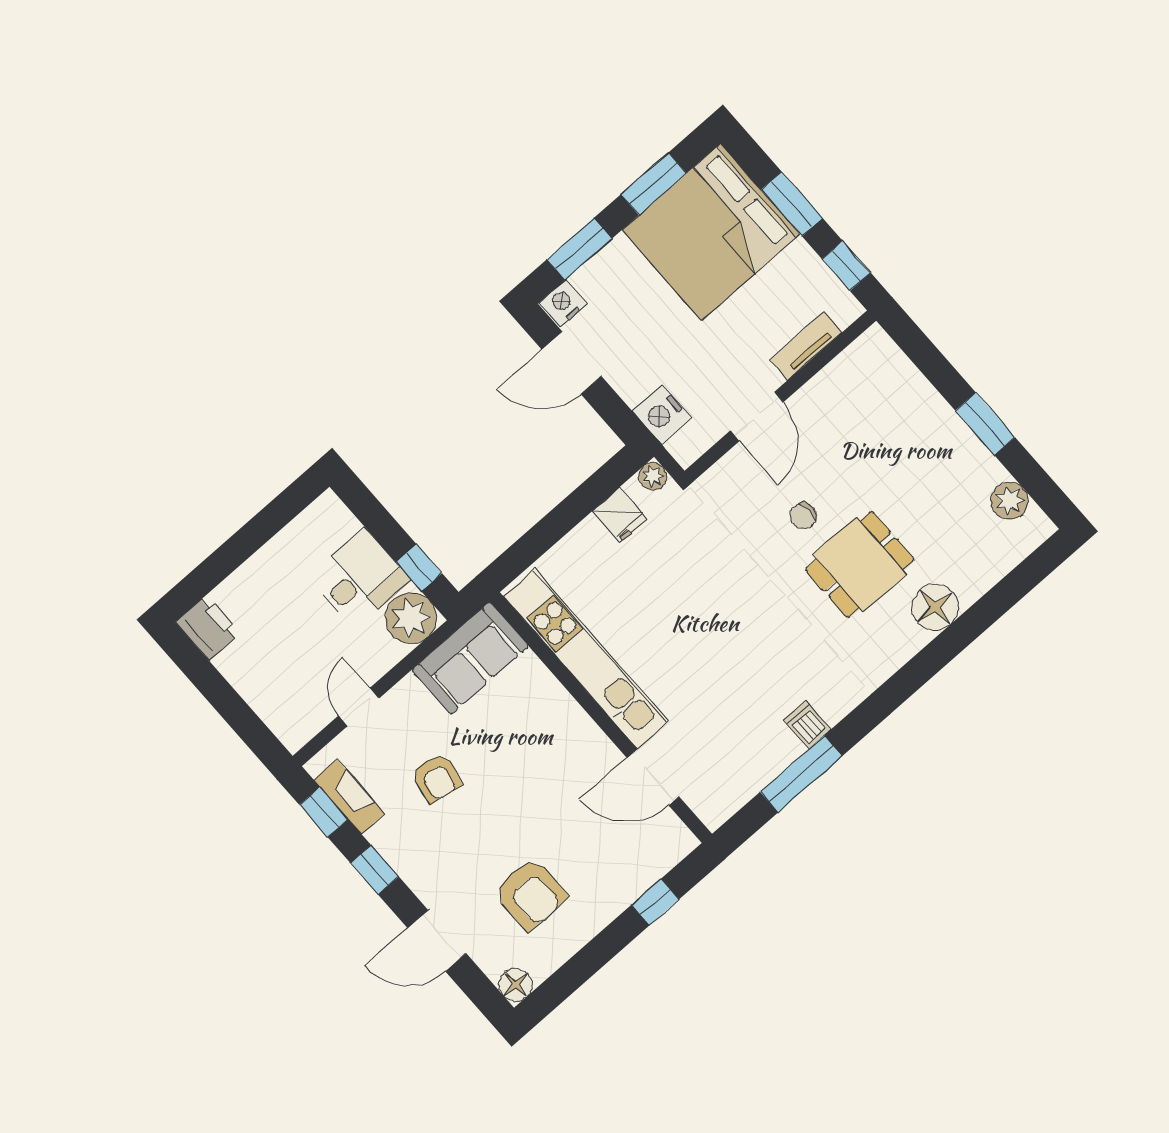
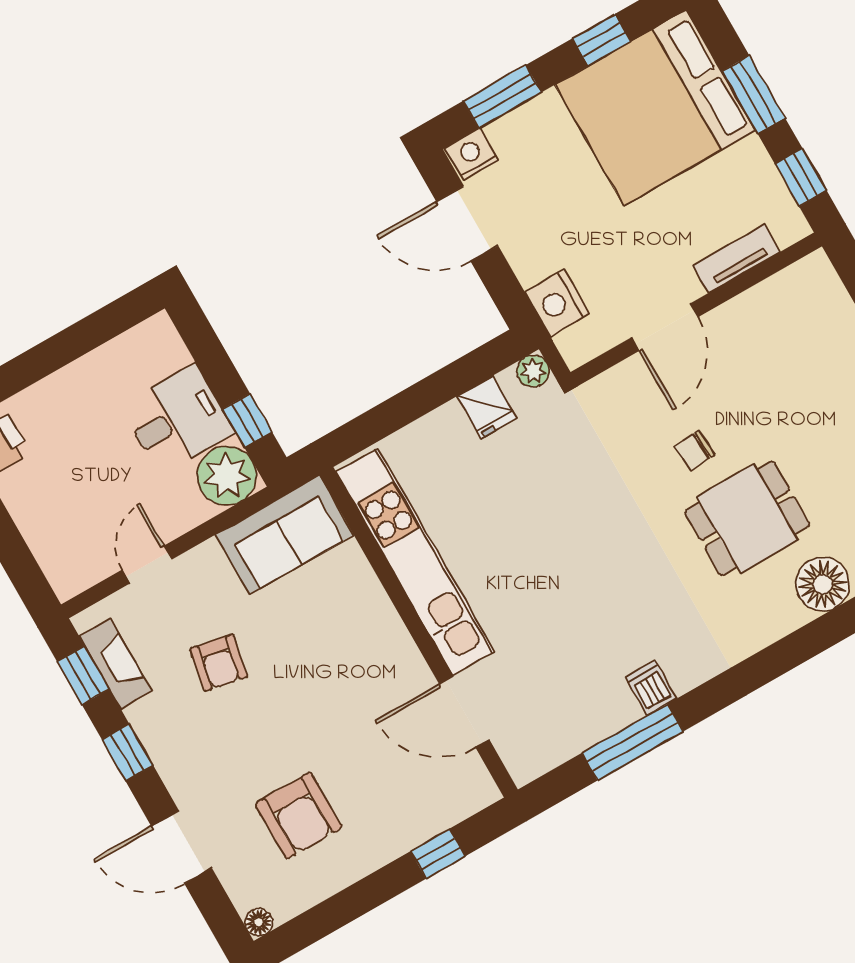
window: (654, 184) -> (601, 40), width x0.67
floor lamp: (516, 985) -> (259, 922), width x0.73, depth x0.73

